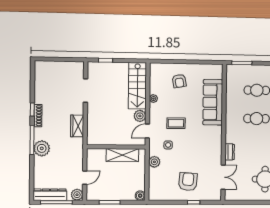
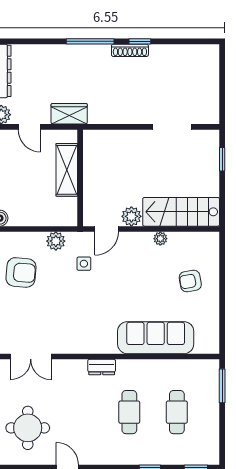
coffee table: (176, 123) -> (120, 276), removed
wardrobe: (77, 126) -> (69, 114), moved
door: (147, 131) -> (107, 229), swing flipped
plant: (42, 148) -> (77, 57), removed
dresser: (230, 152) -> (102, 367), moved
shelving: (122, 155) -> (67, 170), moved
armchair: (188, 182) -> (21, 272), moved

